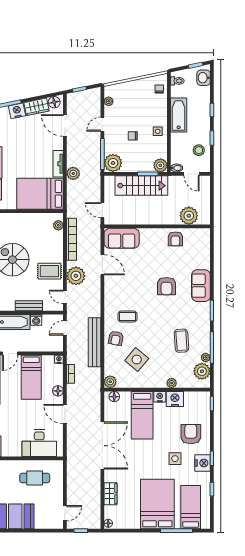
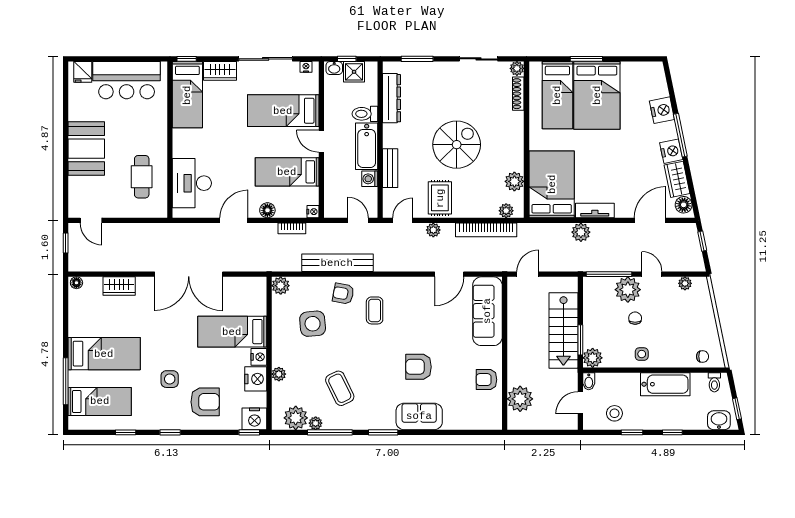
plant: (113, 163) -> (628, 290), moved
plant: (38, 220) -> (514, 181), added
sofa: (122, 238) -> (487, 311), width x1.36
plant: (76, 276) -> (433, 230), width x0.53, depth x0.53
coffee table: (181, 341) -> (340, 388), turned 68
side table: (137, 360) -> (313, 324), turned 45
floor lamp: (114, 397) -> (259, 291), removed
nightstand: (203, 463) -> (254, 419), moved
bed: (157, 504) -> (104, 354), width x0.67

